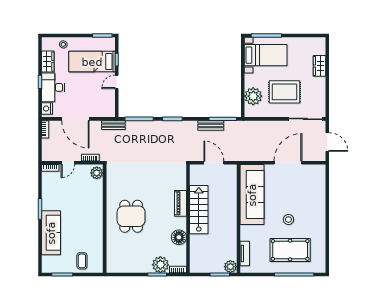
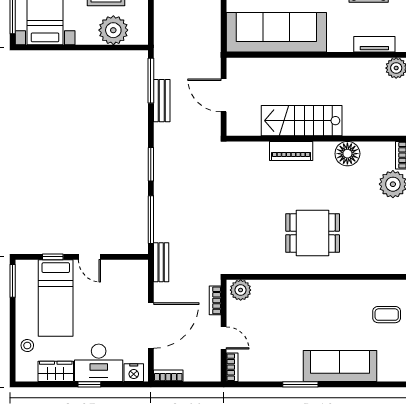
door: (214, 163) -> (224, 95), hinge flipped

